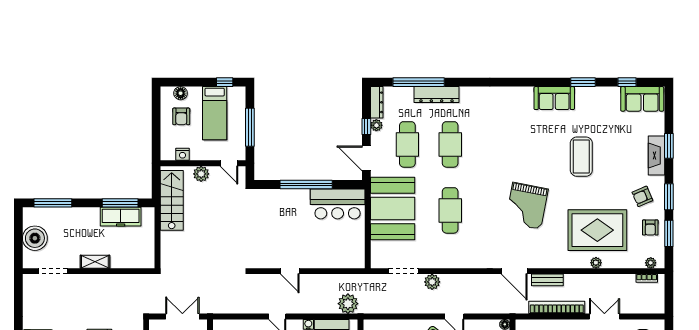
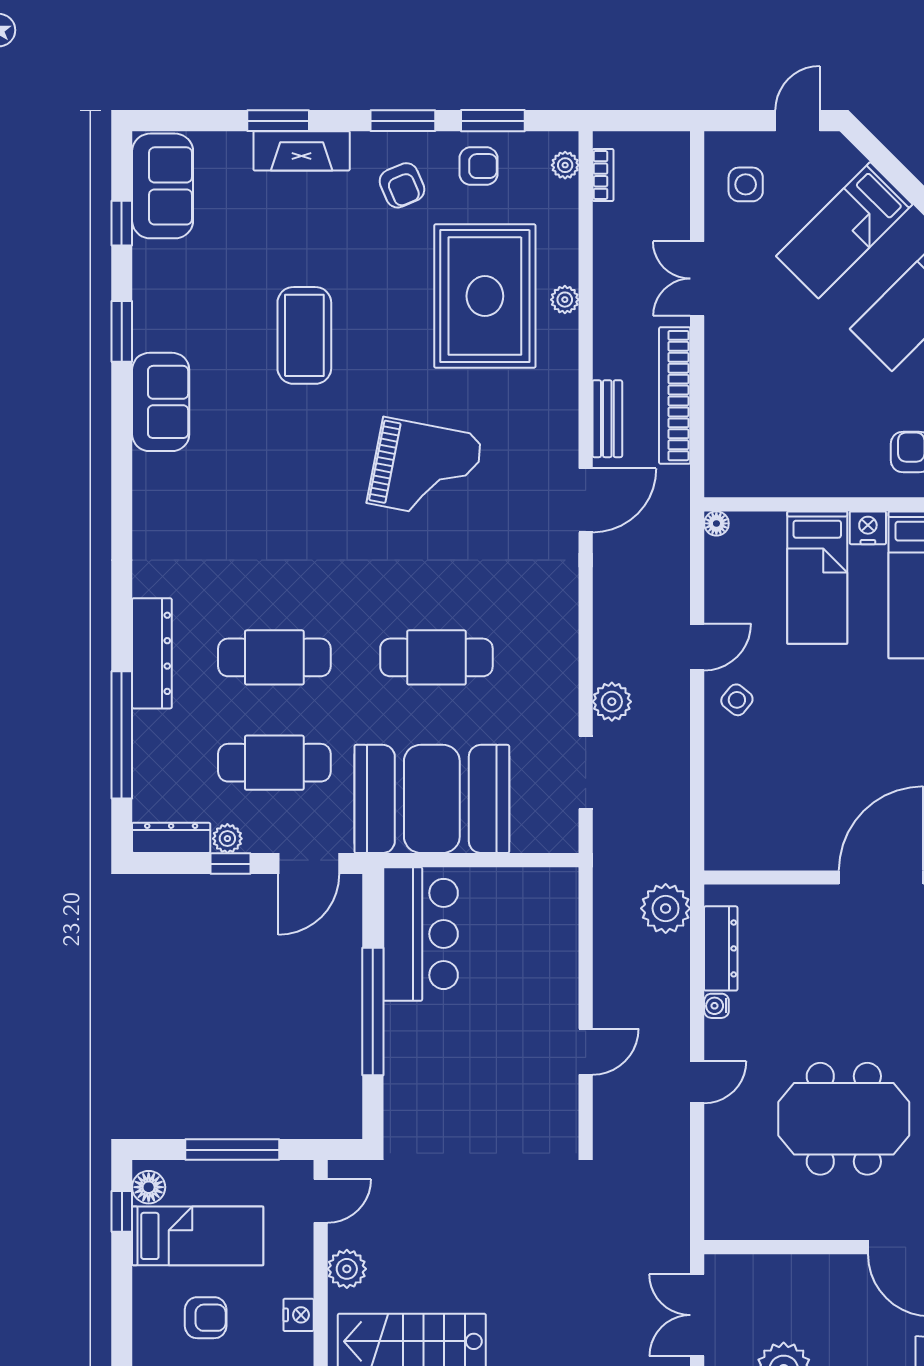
floor lamp: (181, 93) -> (149, 1187), moved
dresser: (437, 95) -> (152, 653), moved
coffee table: (581, 157) -> (304, 335), turned 90

